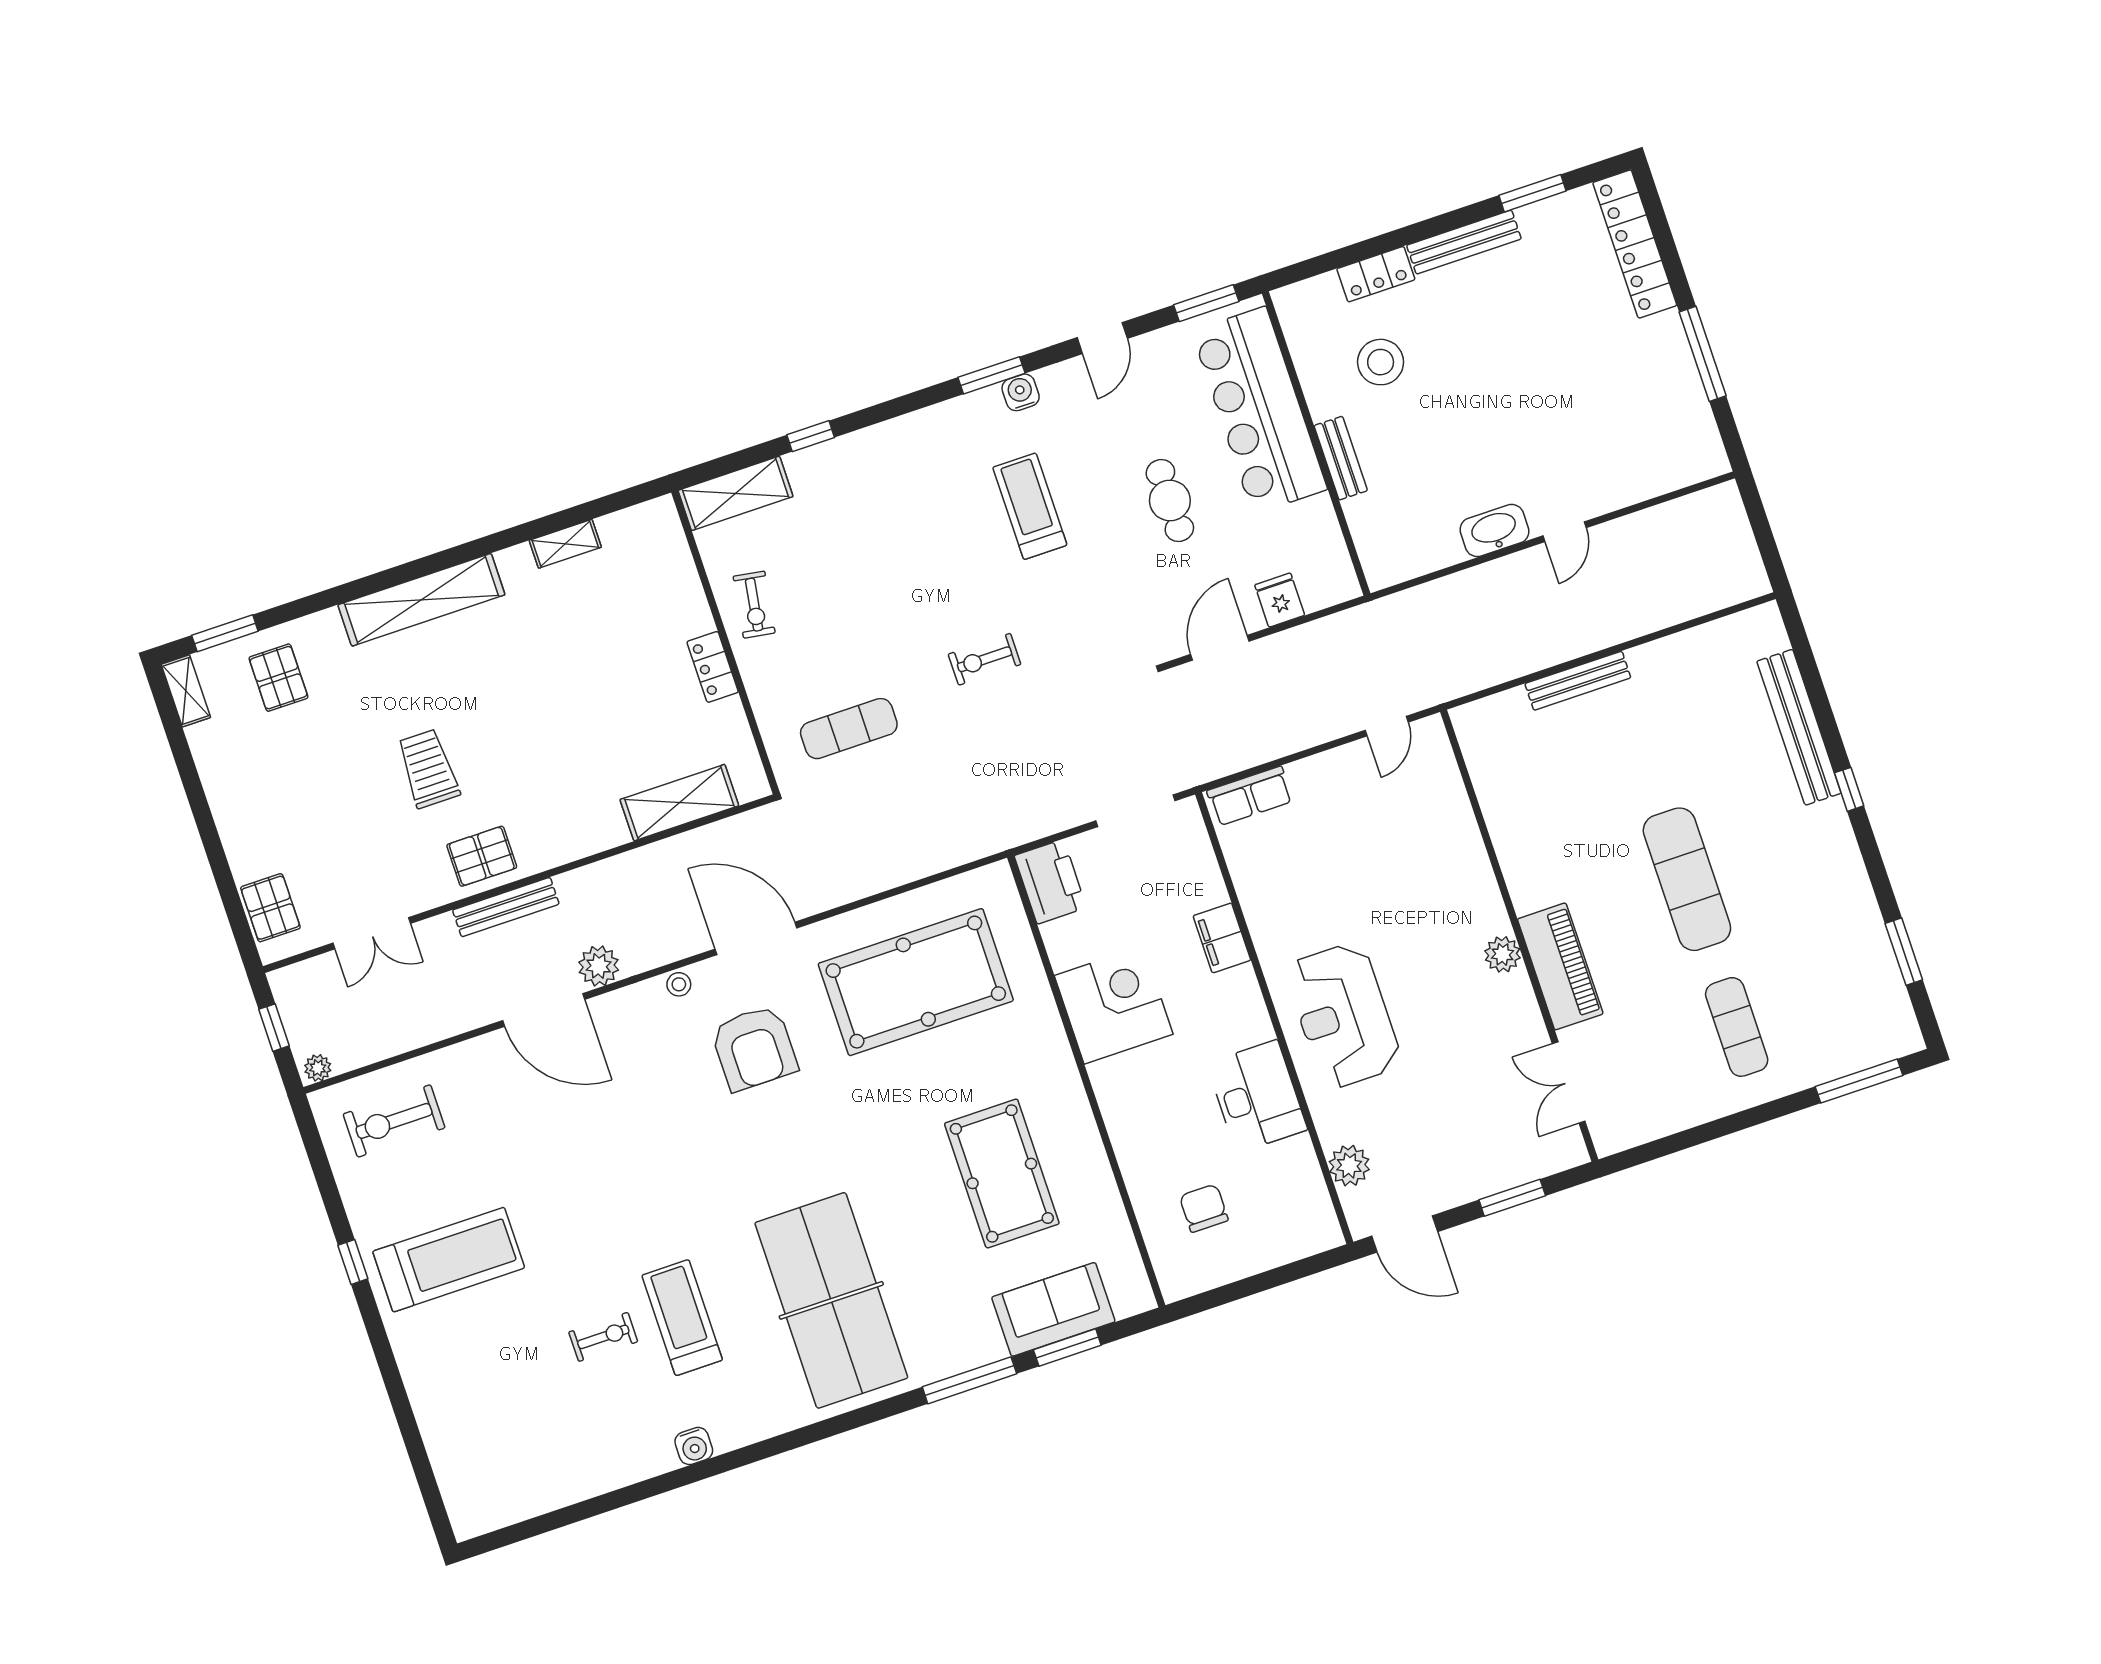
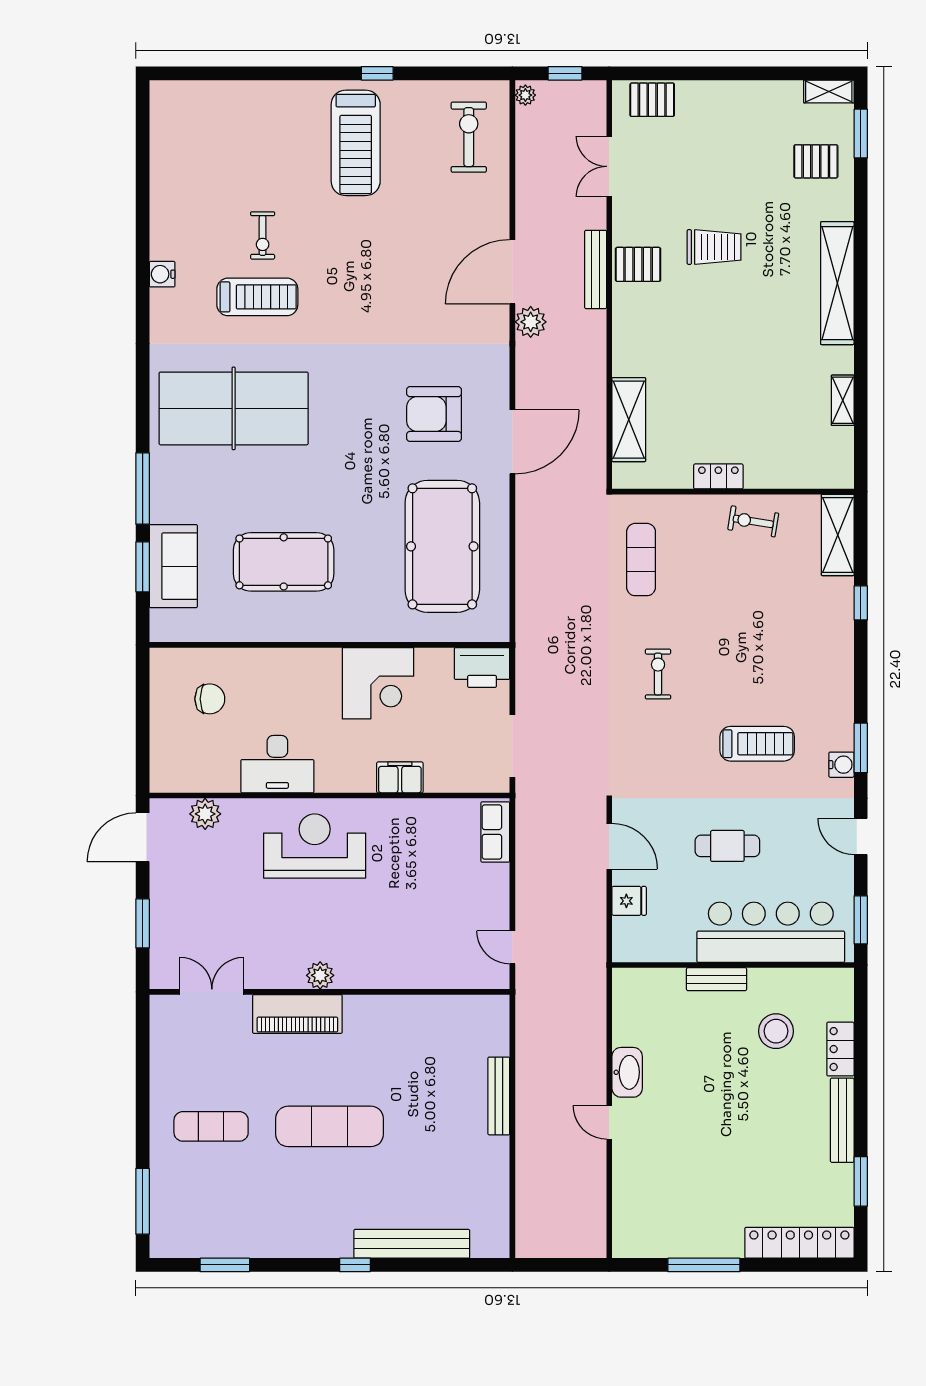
pallet: (482, 856) -> (638, 264), turned 90
stool: (679, 984) -> (498, 375), removed

